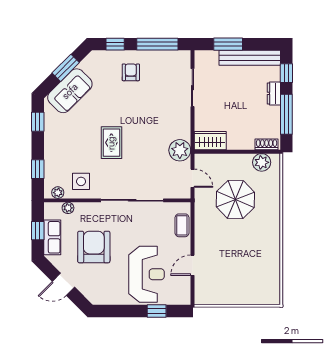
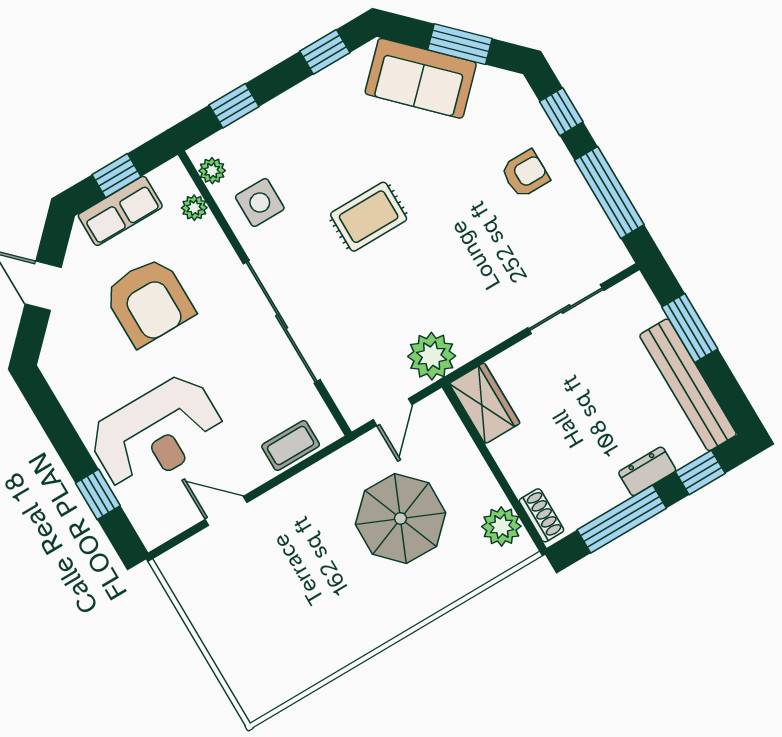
armchair: (94, 247) -> (149, 301), turned 90

